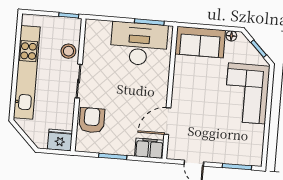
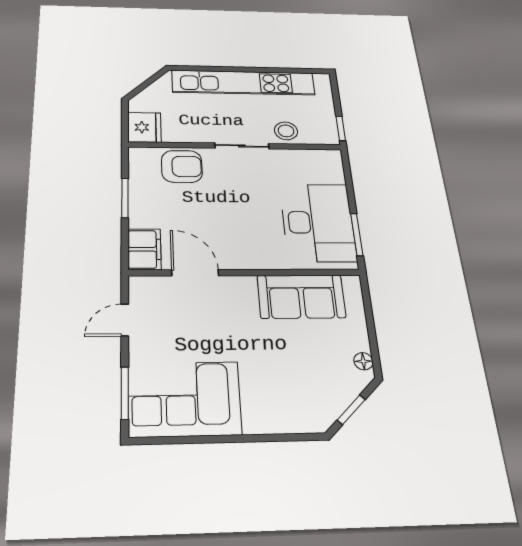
sofa: (200, 42) -> (301, 296), moved, turned -90
corner sofa: (247, 93) -> (184, 399), moved

